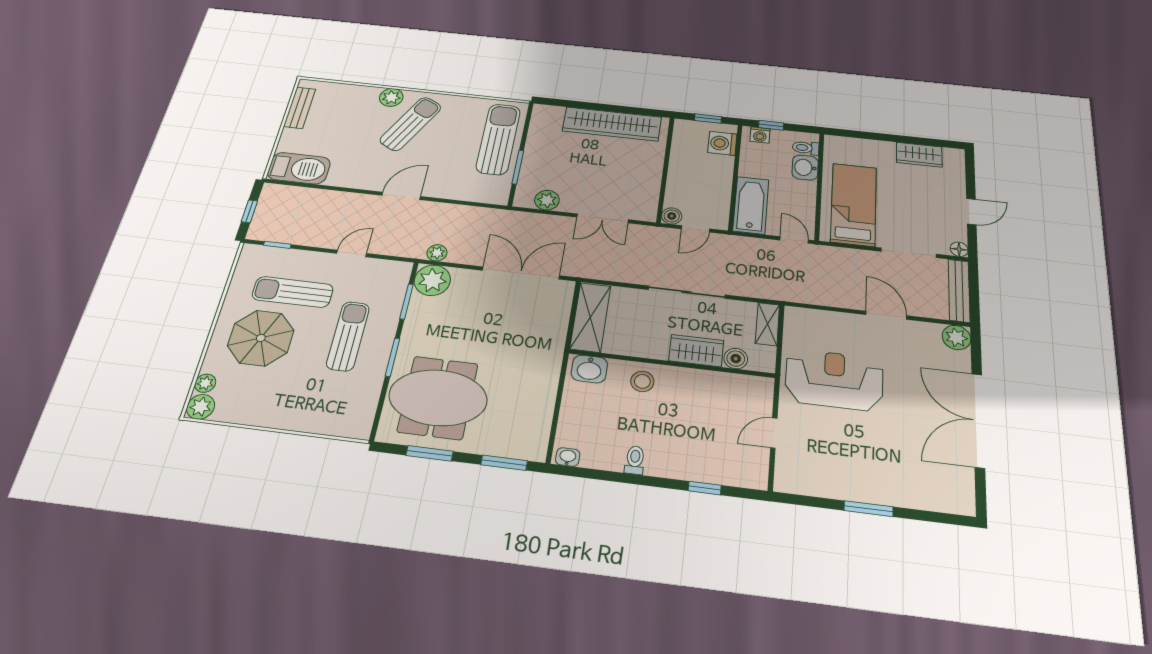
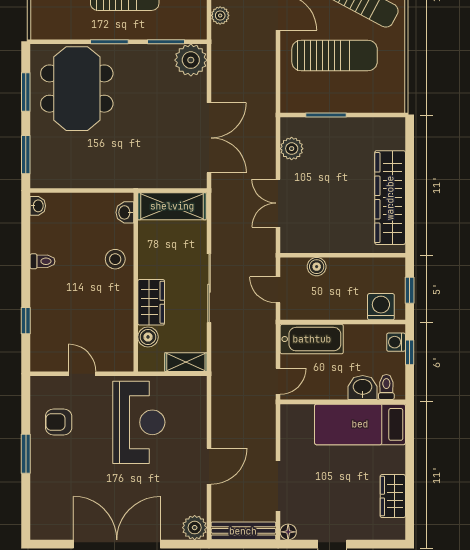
sun lounger: (498, 139) -> (335, 56), moved
bed: (854, 204) -> (360, 424), moved, turned 180
boiler: (672, 216) -> (317, 267), moved
plant: (437, 253) -> (220, 15), moved
washbasin: (589, 369) -> (125, 212), width x0.72, depth x0.69
armchair: (831, 466) -> (59, 422), added

